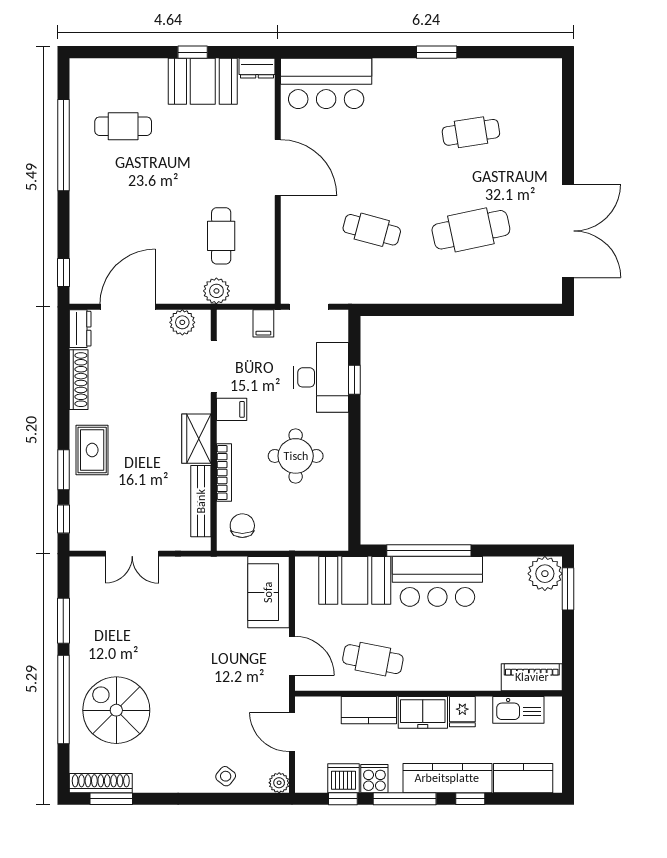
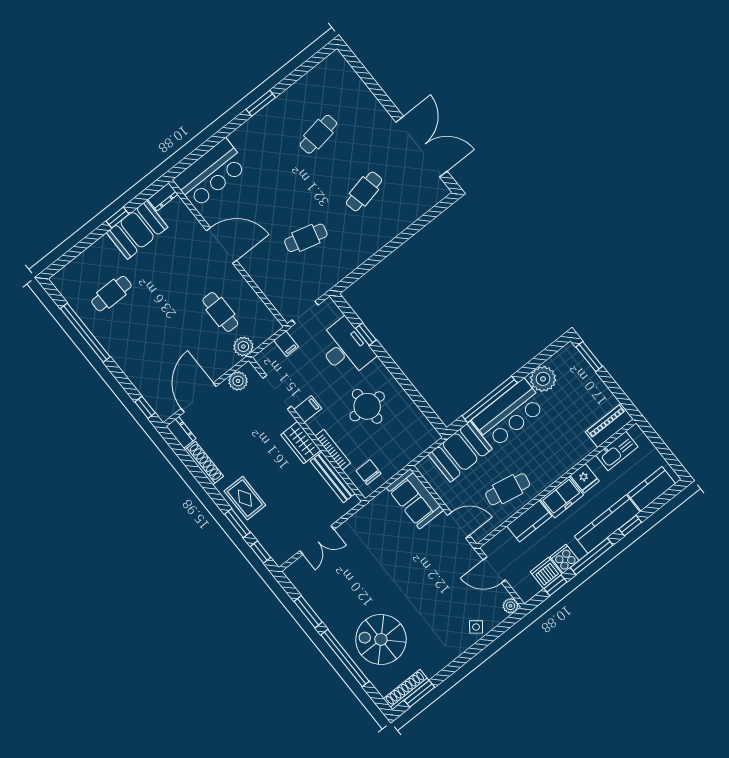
cafe table: (471, 230) -> (364, 191), width x0.73, depth x0.74
plant: (545, 574) -> (543, 379), moved

